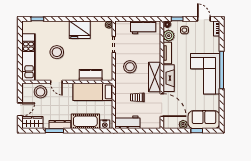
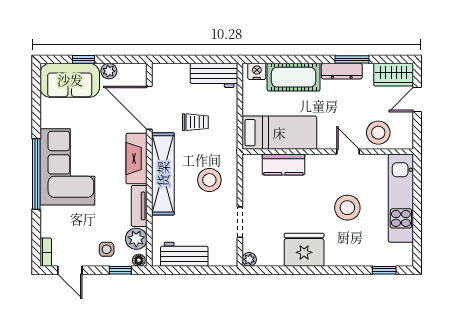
shelving: (155, 77) -> (163, 174), width x1.47

